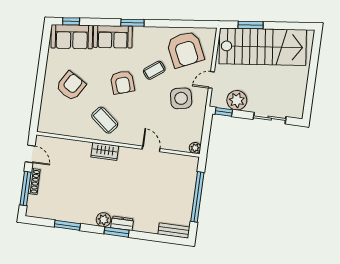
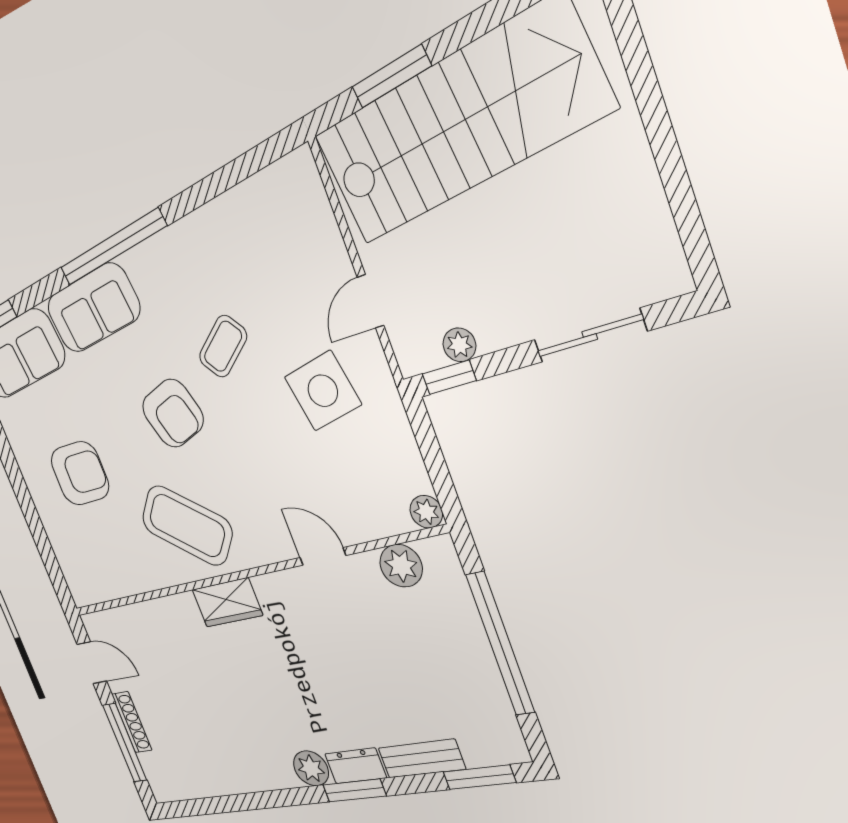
window: (132, 23) -> (113, 247), width x2.11
armchair: (185, 49) -> (263, 249), removed
armchair: (71, 86) -> (80, 473), turned 59
plant: (237, 100) -> (459, 345), width x0.53, depth x0.53
coffee table: (105, 120) -> (187, 526), width x1.36, depth x1.32
plant: (177, 161) -> (401, 566), added
window: (67, 225) -> (479, 777), moved
bench: (174, 231) -> (422, 759), moved

